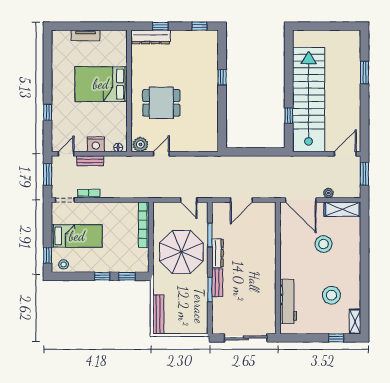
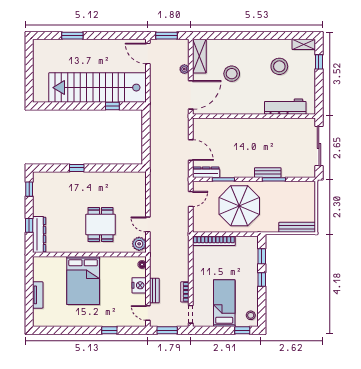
dresser: (217, 253) -> (206, 172), moved

